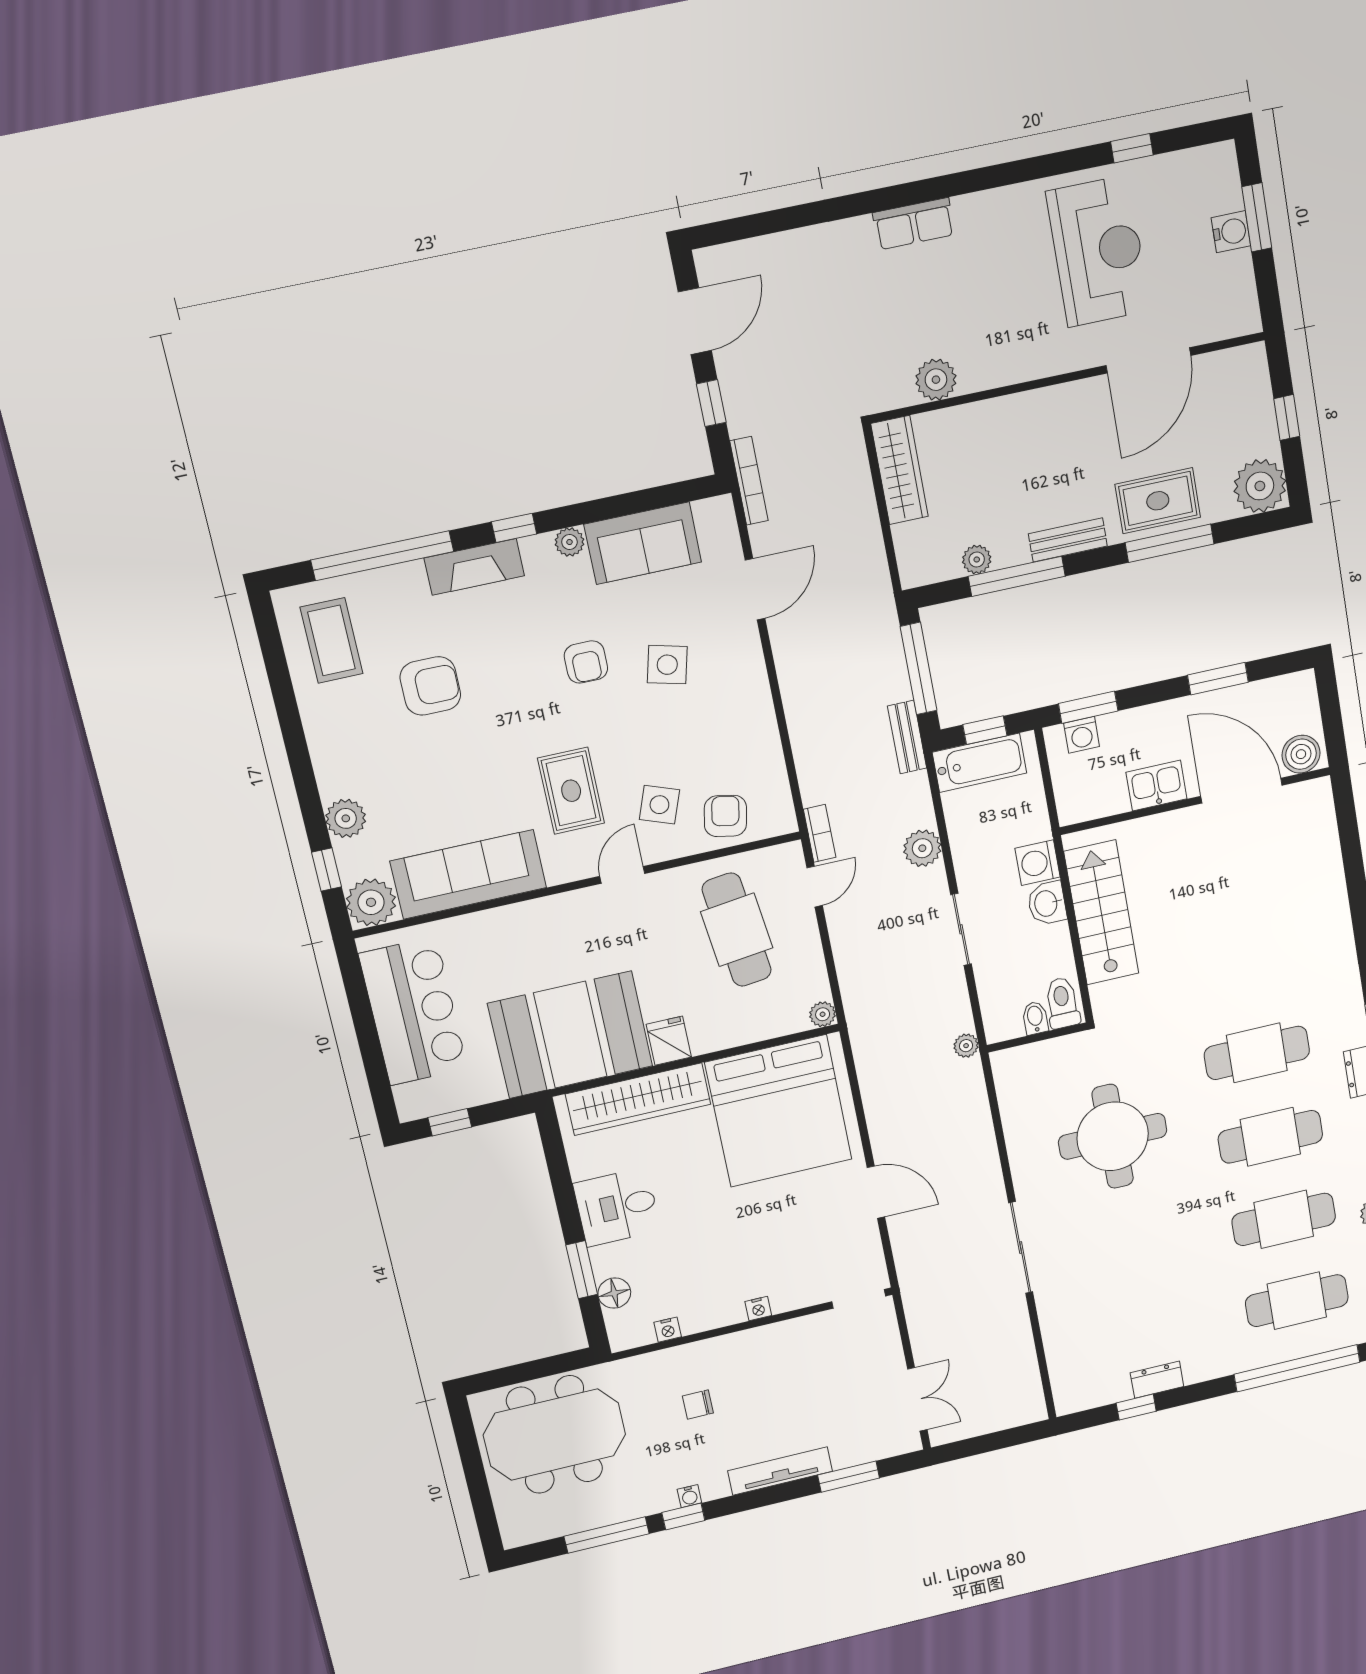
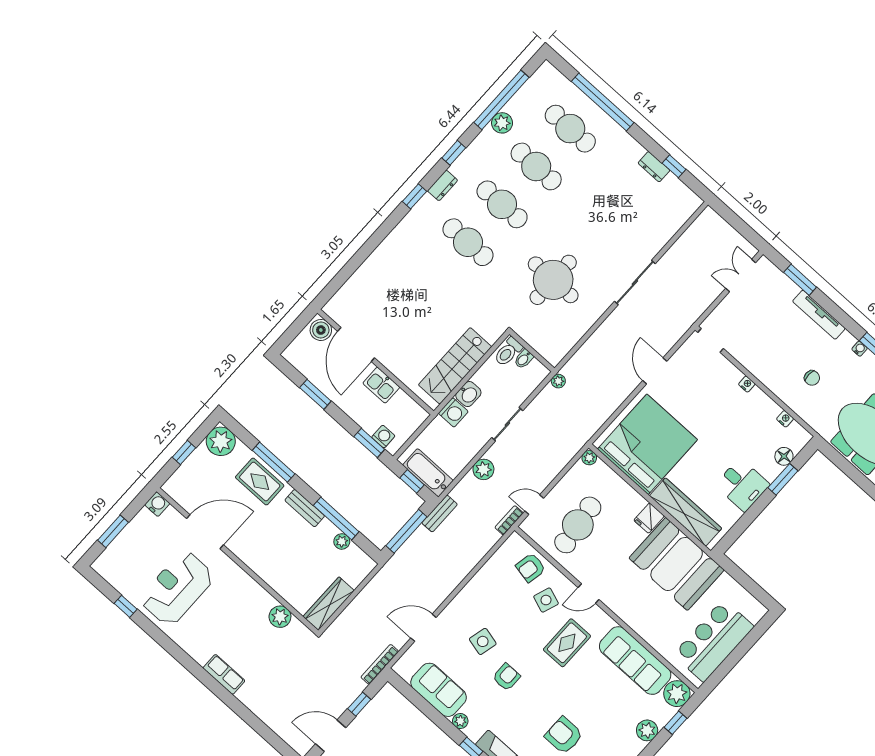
water cooler: (1231, 232) -> (157, 504), moved, turned 90
window: (450, 1122) -> (754, 589), removed

